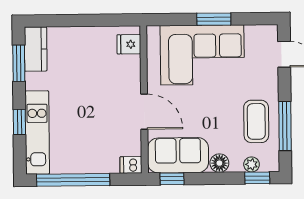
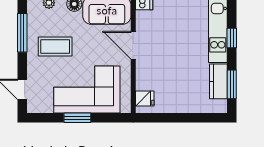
kitchen counter: (36, 49) -> (218, 81), moved
coffee table: (256, 121) -> (55, 46), moved, turned 90

